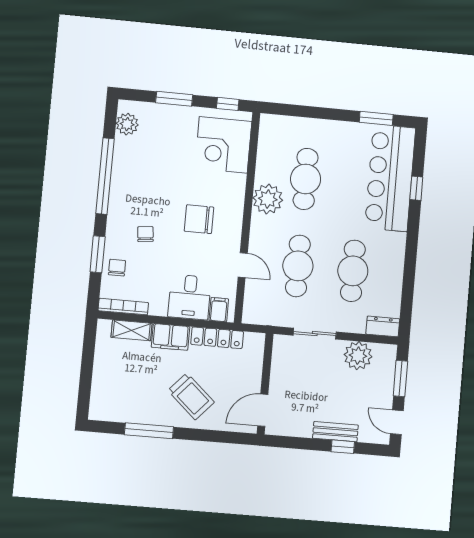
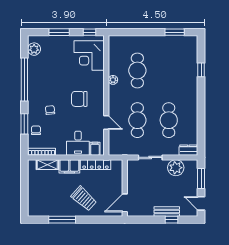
bar counter: (390, 178) -> (186, 65), removed
plant: (268, 199) -> (113, 80), width x0.53, depth x0.53

